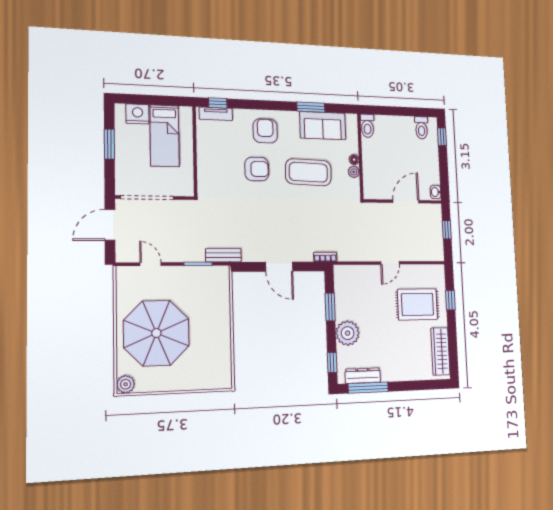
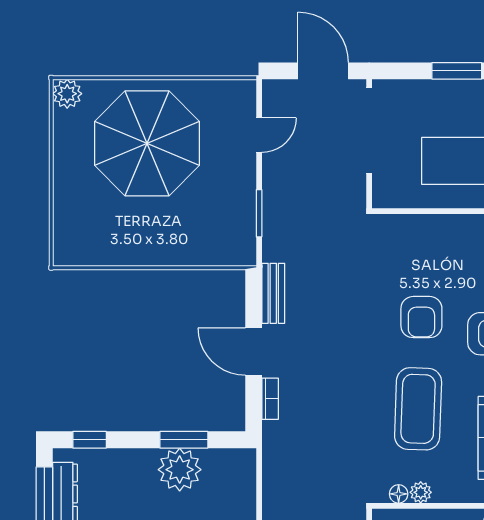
floor lamp: (354, 160) -> (399, 494), moved
bench: (223, 255) -> (273, 293), moved
bookcase: (325, 257) -> (270, 399), moved
door: (279, 267) -> (254, 352), hinge flipped
plant: (348, 333) -> (180, 470), moved

